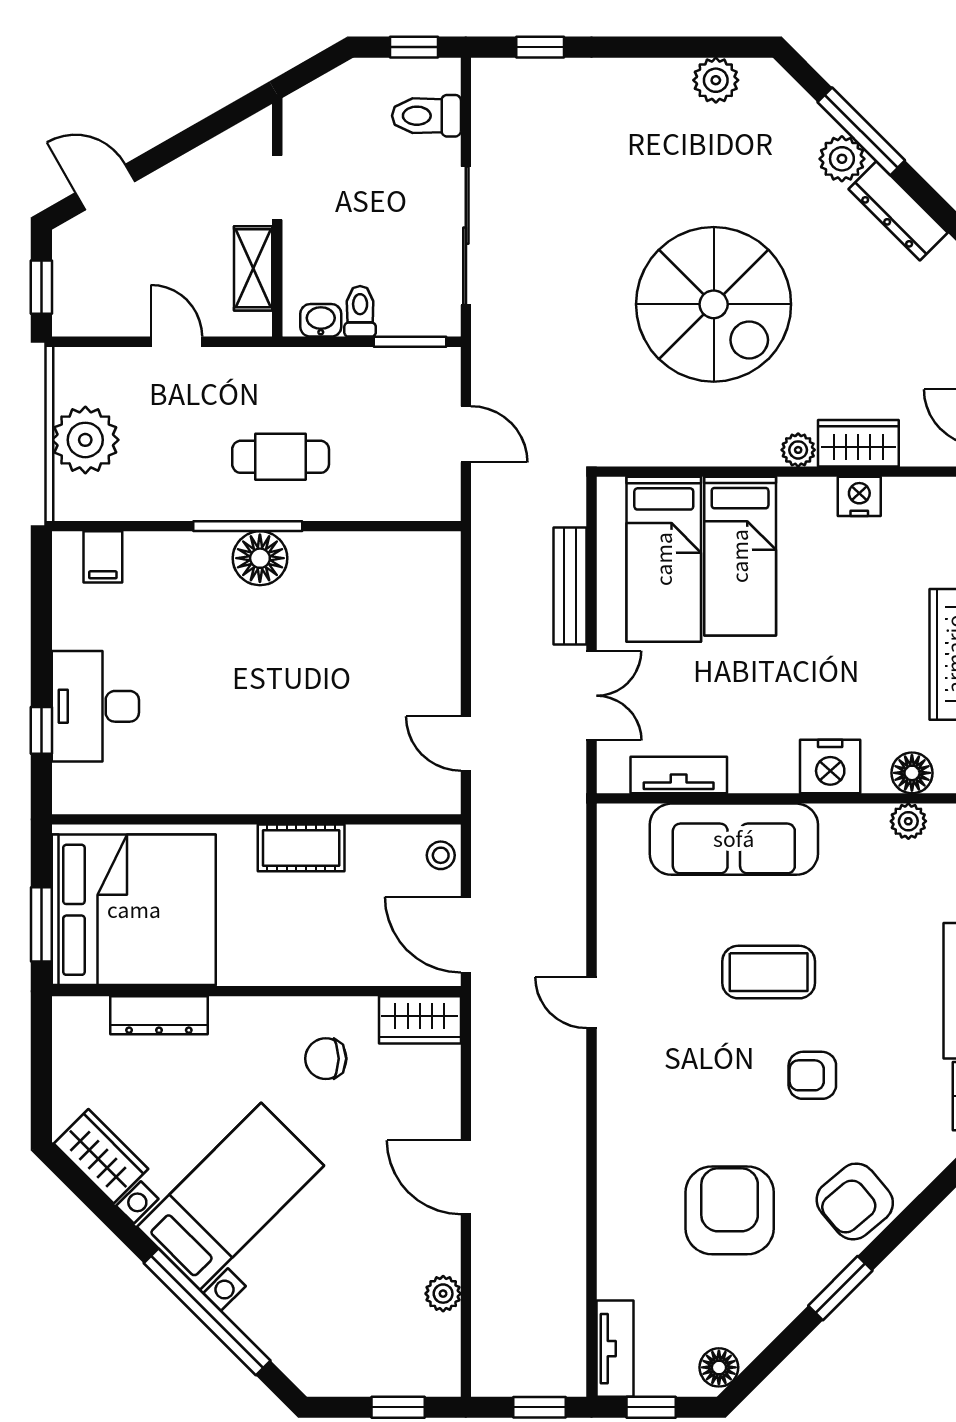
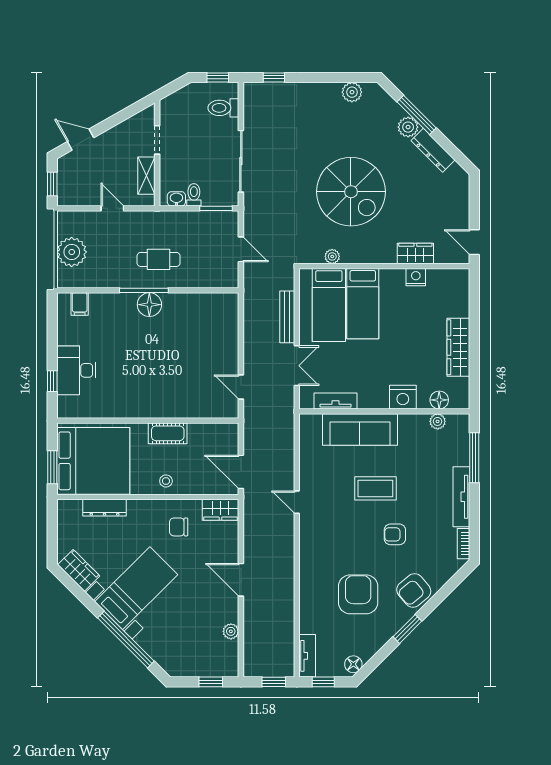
plant: (798, 450) -> (332, 256), moved
stool: (441, 855) -> (166, 481), moved

